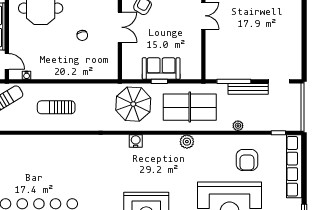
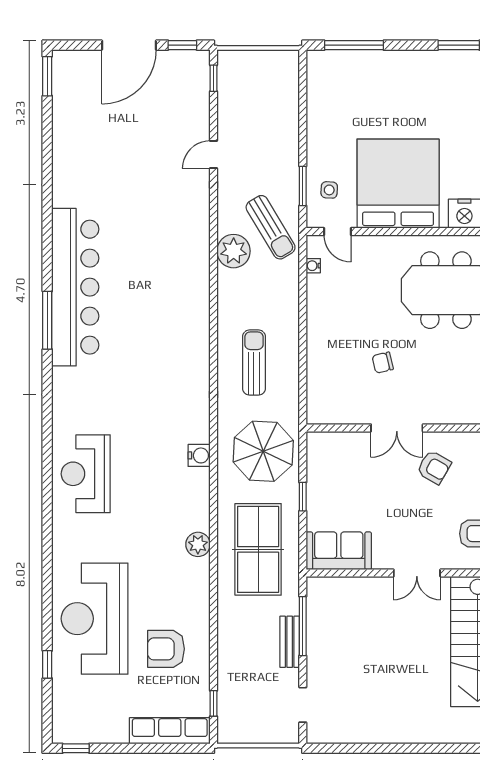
door: (7, 61) -> (337, 232), hinge flipped
sofa: (161, 69) -> (339, 551), moved, turned -90
bench: (248, 89) -> (290, 642), width x0.73
sun lounger: (56, 107) -> (254, 363), moved
plant: (238, 126) -> (234, 251), moved, width x1.88, depth x1.88
row of seats: (294, 166) -> (170, 731), width x0.73

